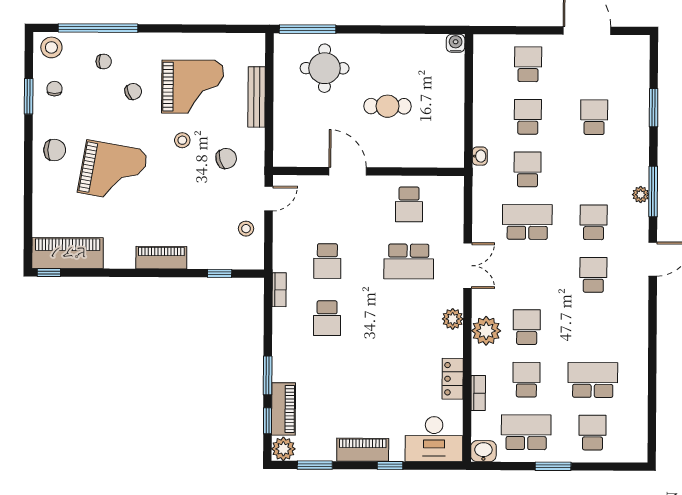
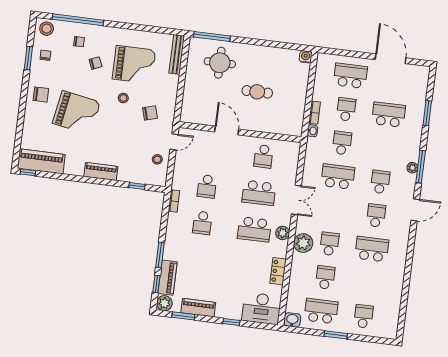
school desk: (528, 64) -> (350, 76), width x1.85
bench: (257, 97) -> (177, 54), moved
school desk: (594, 117) -> (389, 115), width x1.85
school desk: (408, 319) -> (254, 229), added
school desk: (593, 380) -> (372, 249), moved
bookcase: (478, 393) -> (314, 113), moved
piano: (363, 450) -> (198, 308), moved

